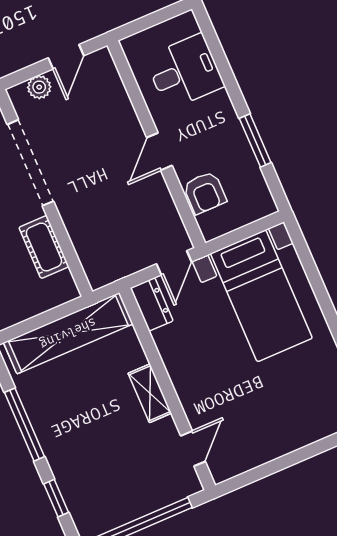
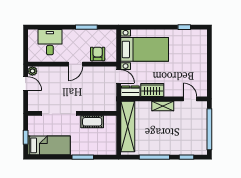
plant: (39, 87) -> (32, 71), moved
door: (159, 152) -> (75, 64), hinge flipped
armchair: (205, 193) -> (98, 54), turned -90
wardrobe: (176, 353) -> (152, 90), added

